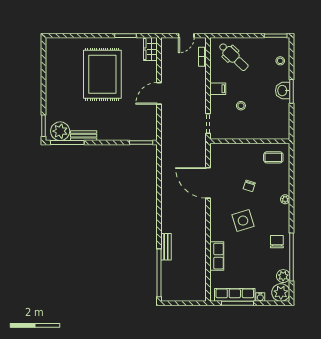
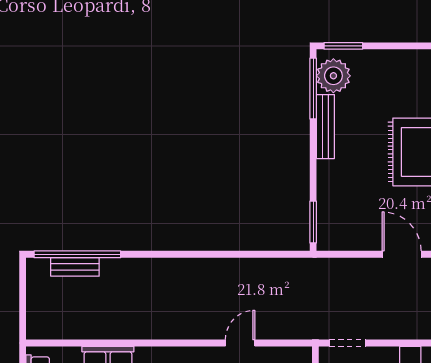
bench: (84, 136) -> (325, 127), width x1.36
door: (208, 183) -> (240, 343), width x0.53
bench: (166, 247) -> (75, 267), moved

